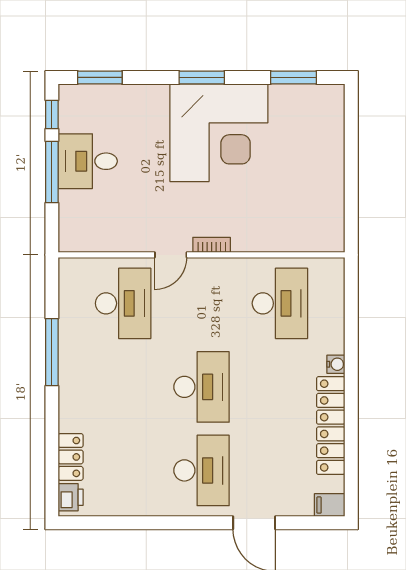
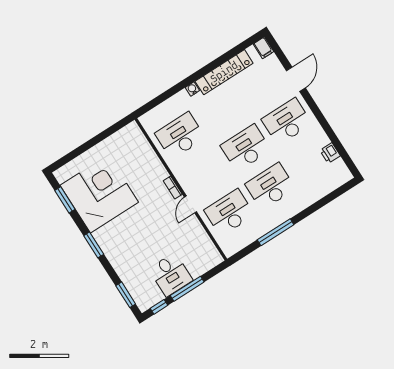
corner desk: (219, 133) -> (99, 194), moved
door: (171, 255) -> (191, 204), swing flipped
desk: (123, 387) -> (270, 186), added
locker: (71, 457) -> (321, 190), removed
printer: (71, 497) -> (330, 153), moved, turned -90

